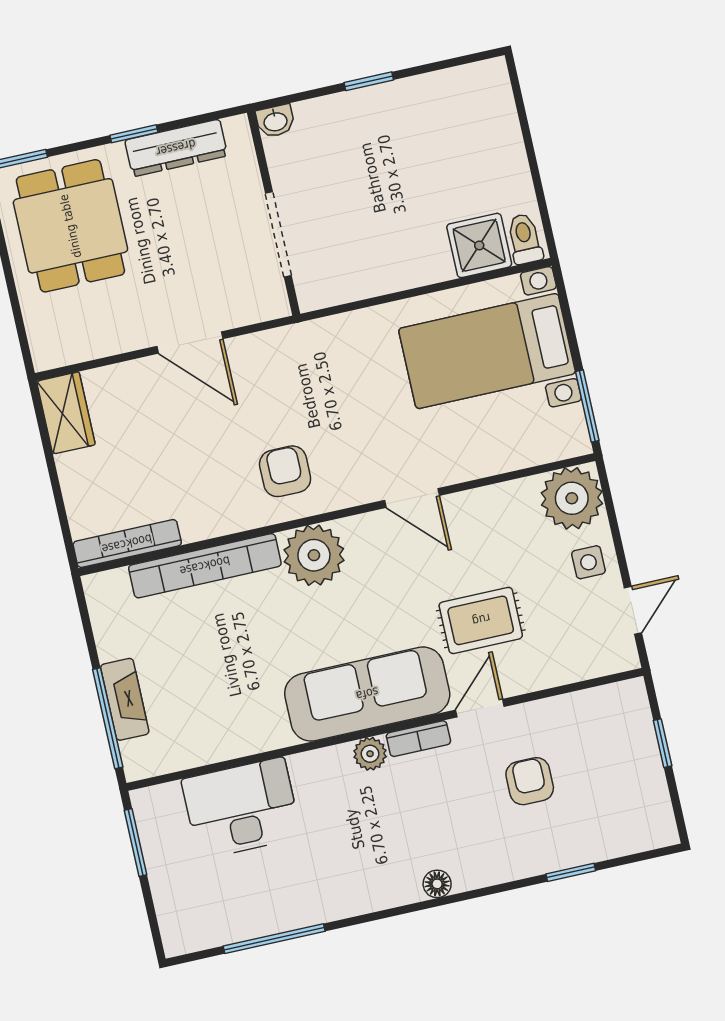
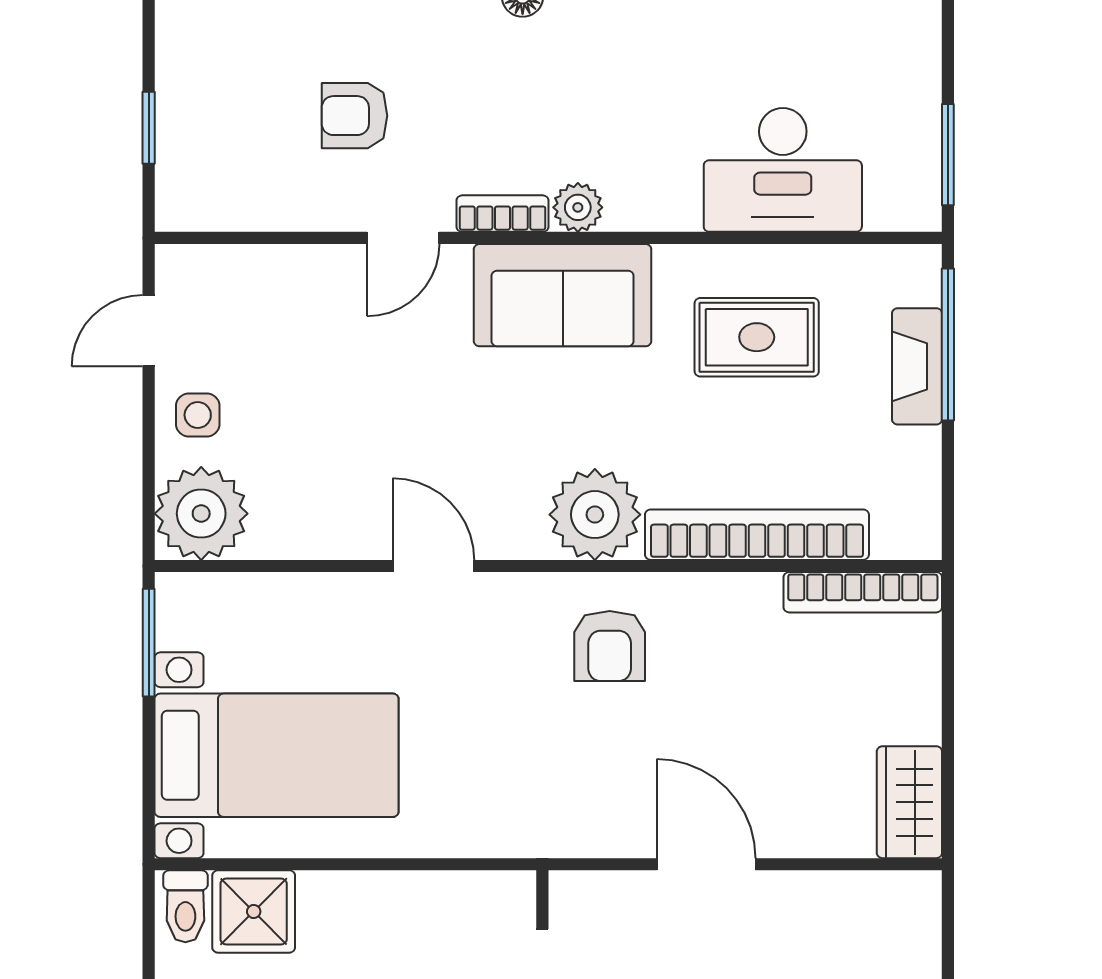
rug: (481, 620) -> (757, 337), moved
sofa: (367, 694) -> (563, 295), width x0.73
armchair: (530, 781) -> (354, 116), turned 90

